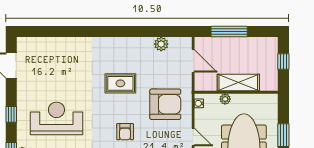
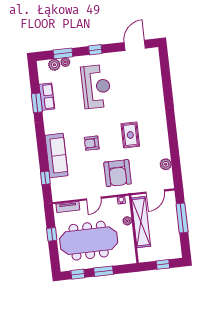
shelving: (238, 82) -> (141, 222), width x1.47

